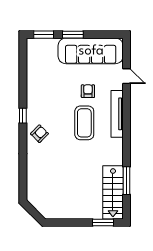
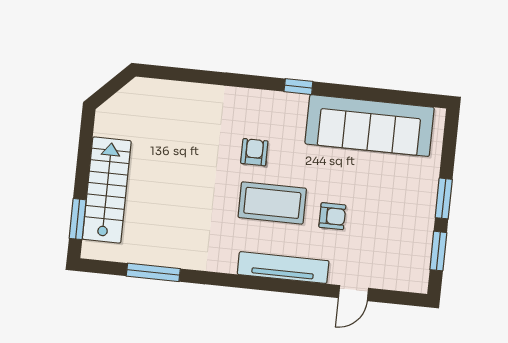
window: (44, 35) -> (438, 251), moved
sofa: (91, 51) -> (370, 126), moved, turned -90
armchair: (39, 134) -> (254, 152), moved, turned -135
stairs: (113, 192) -> (107, 190), moved, turned 90

